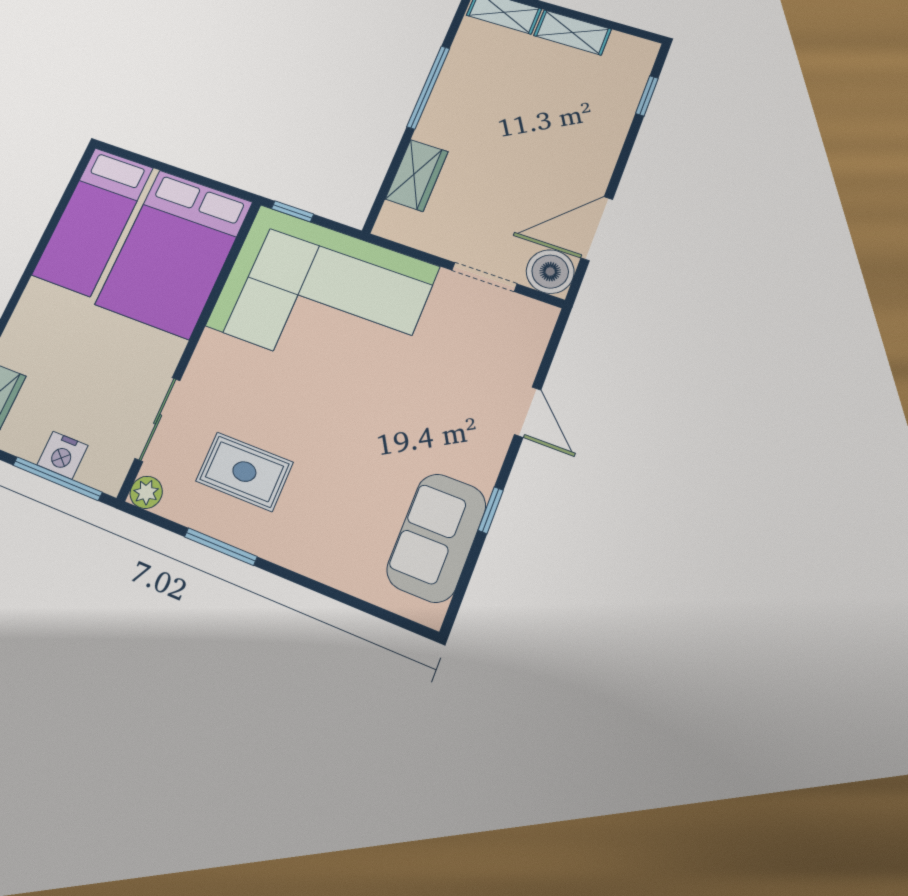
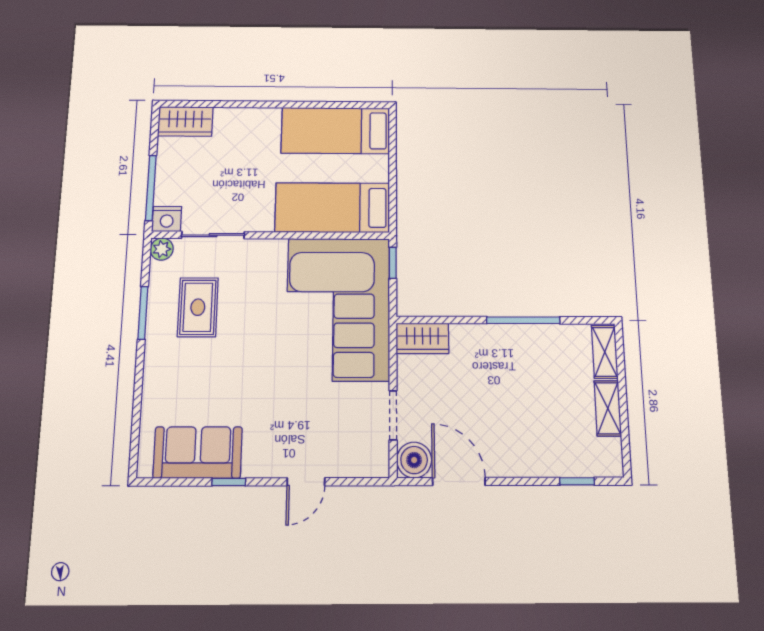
wardrobe: (417, 175) -> (422, 338), moved
bed: (174, 253) -> (333, 208), width x0.67
nightstand: (62, 455) -> (167, 219), moved, turned -90

